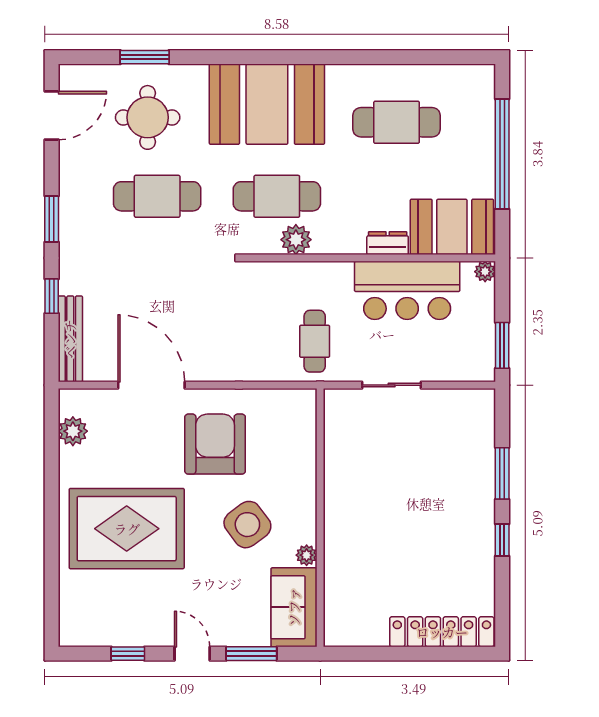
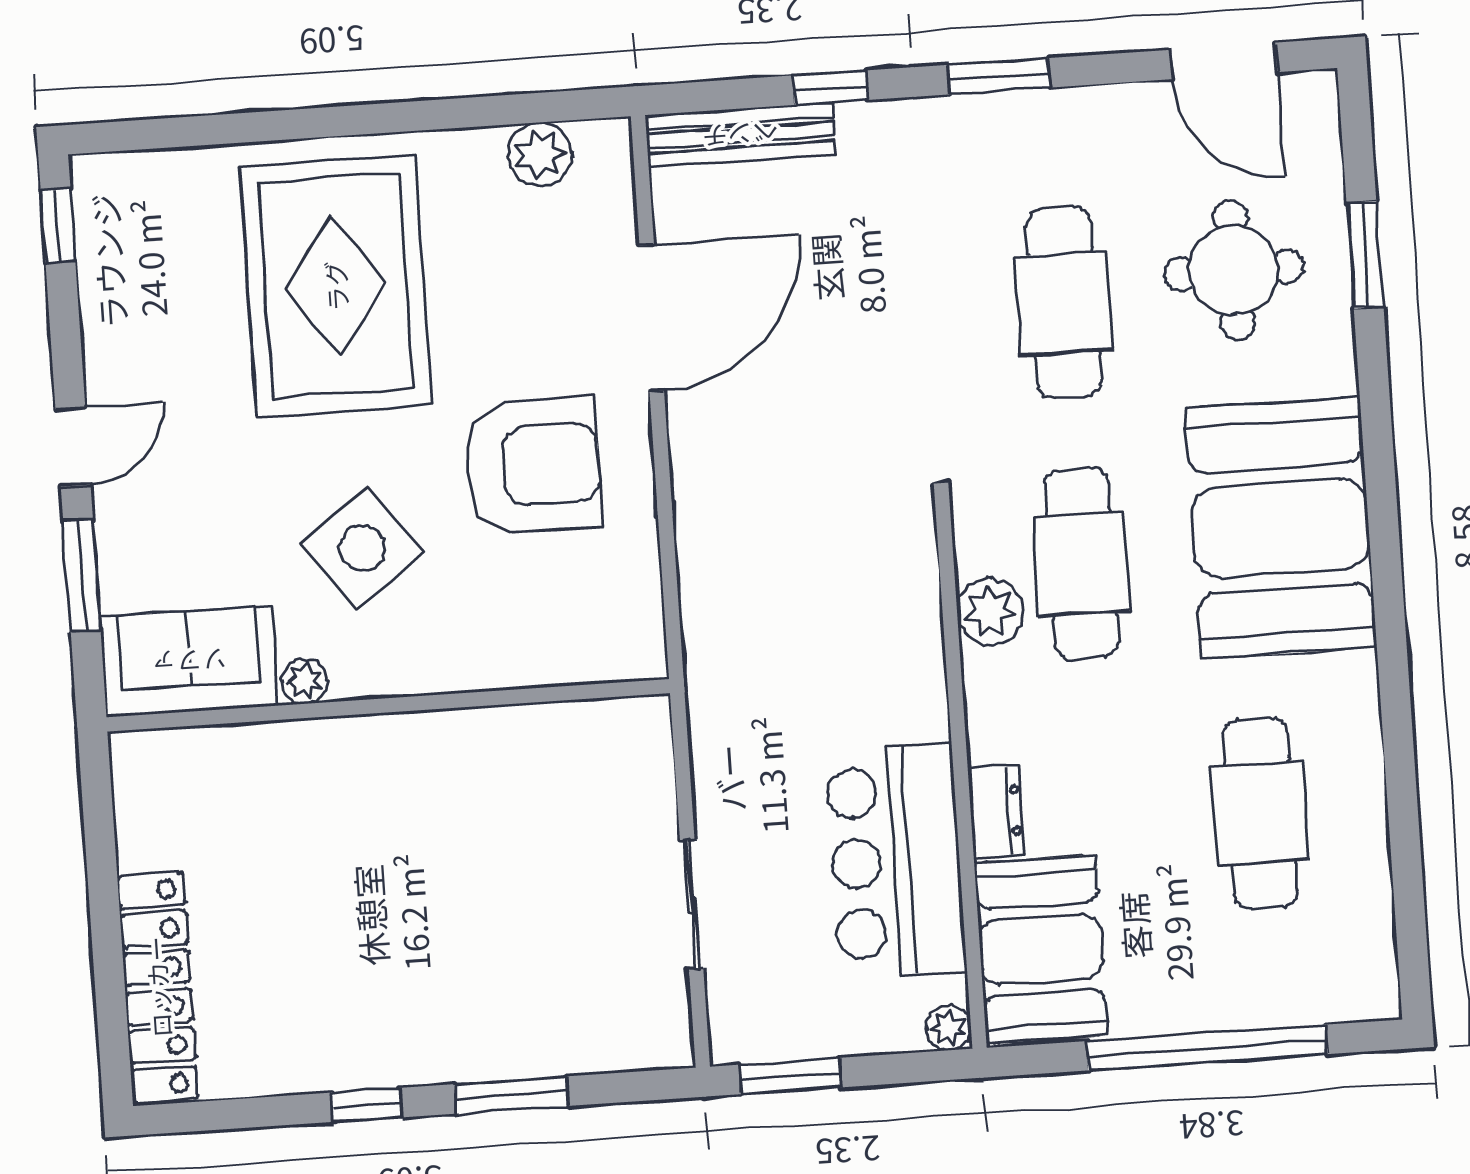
cafe table: (315, 341) -> (771, 667), removed
sliding door: (392, 385) -> (692, 904), moved
window: (128, 654) -> (58, 226), moved

